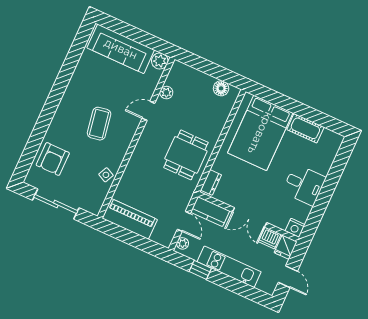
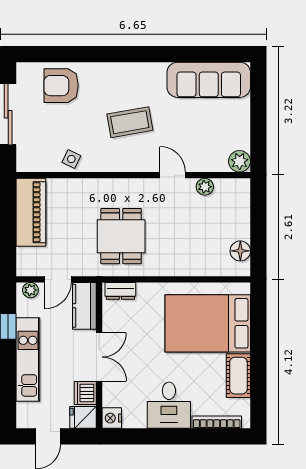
sofa: (121, 49) -> (209, 80), moved, turned -90
dining table: (186, 155) -> (121, 236), moved, turned 90
bookcase: (330, 158) -> (217, 422), added
double door: (250, 217) -> (99, 357), swing flipped

